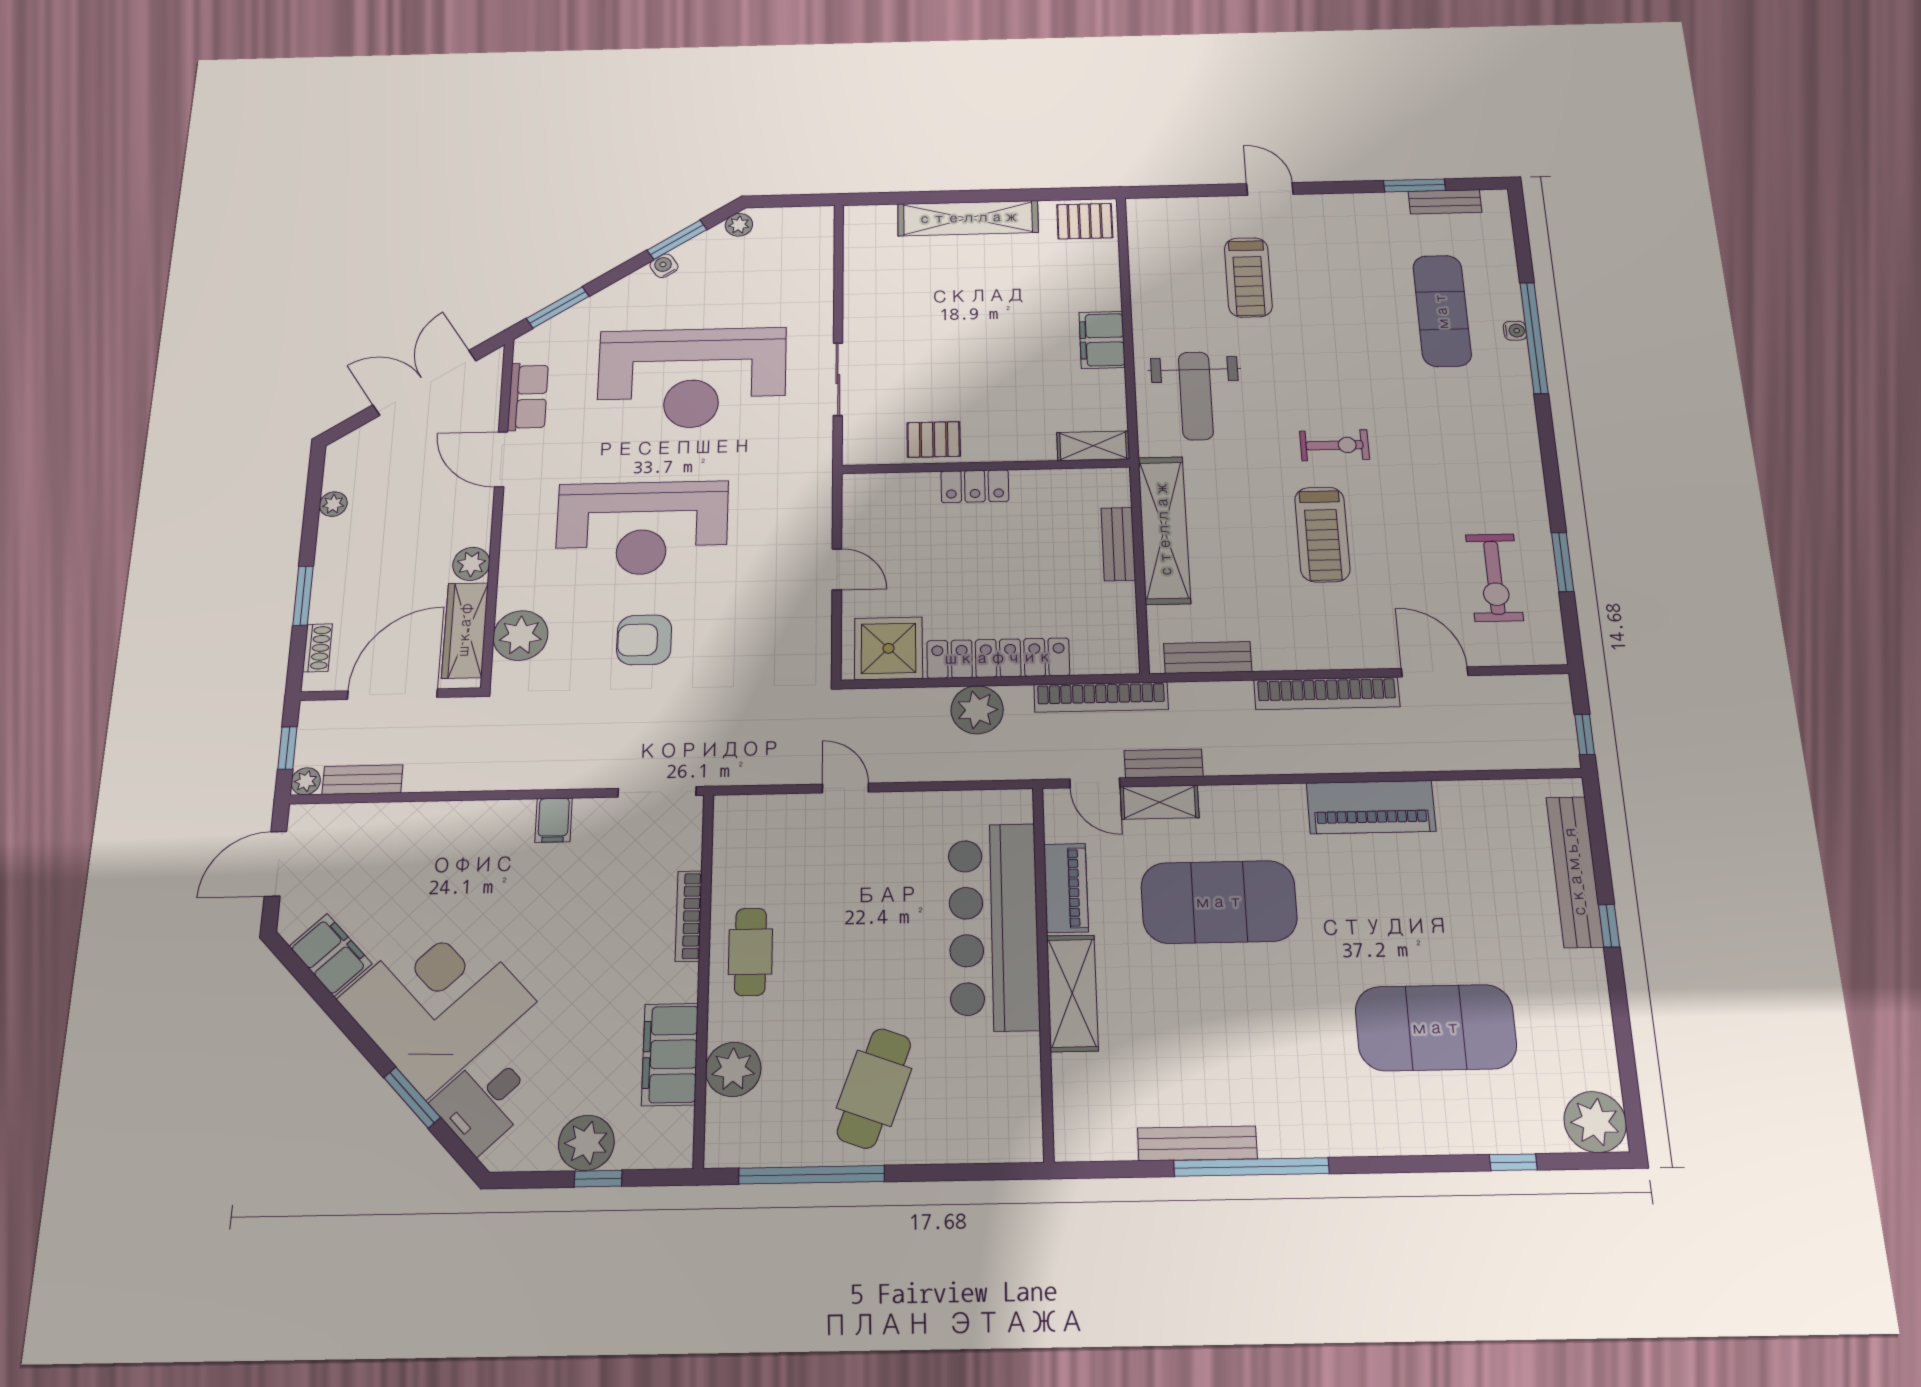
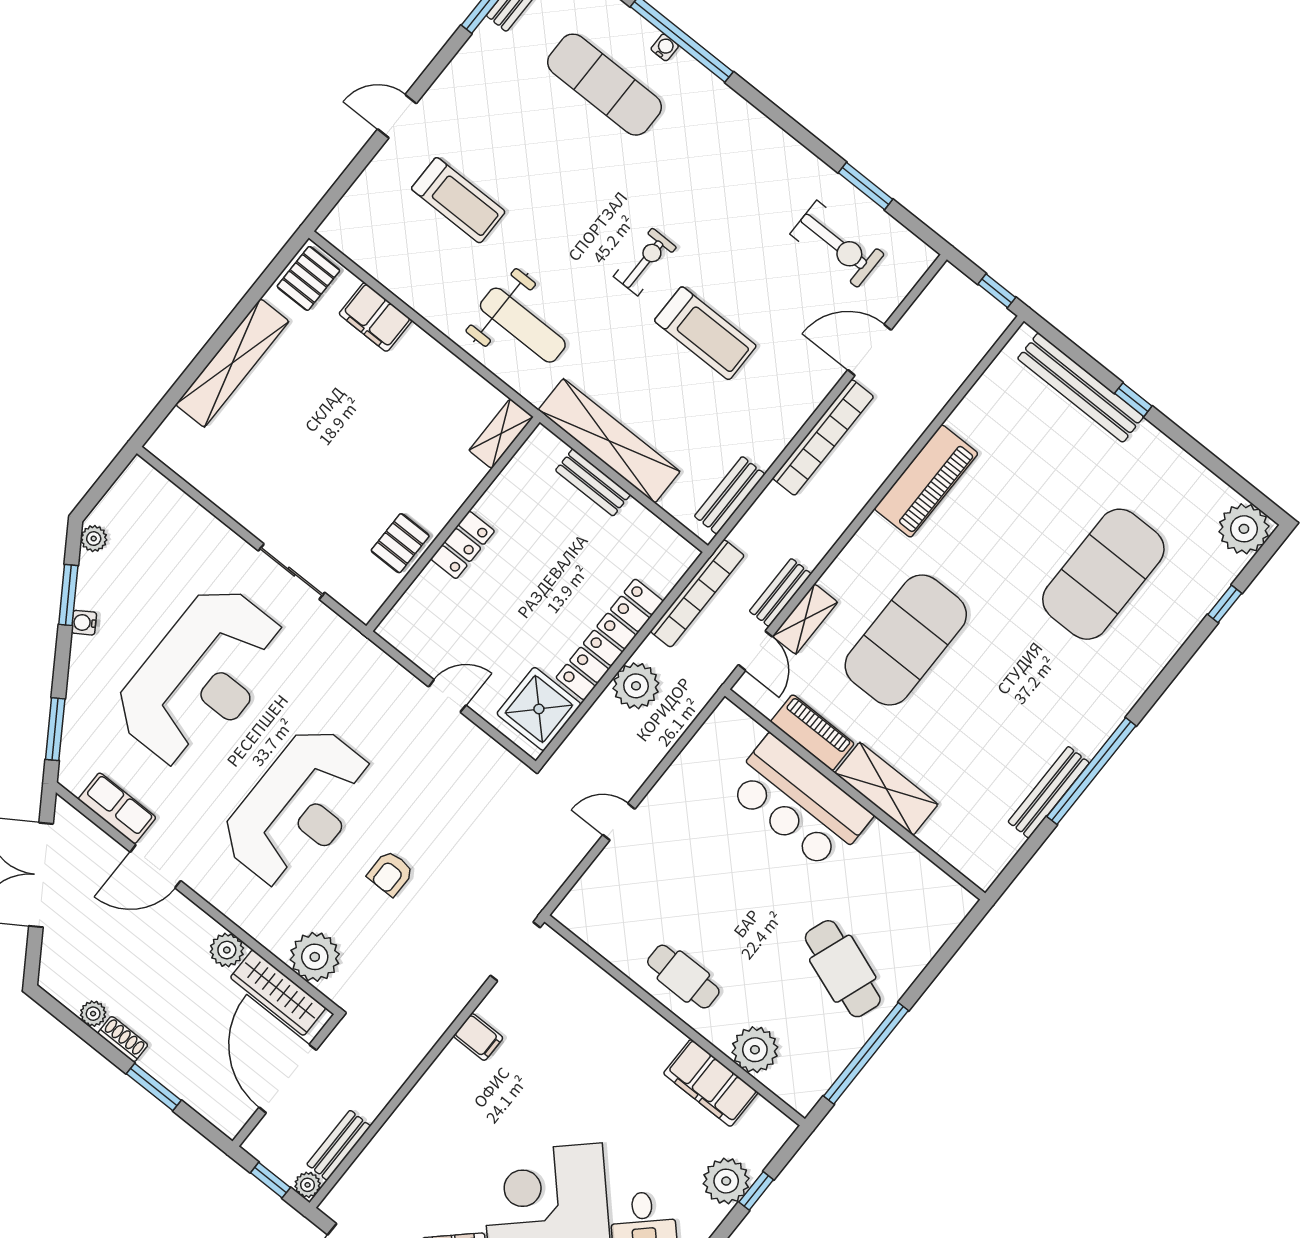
filing cabinet: (1102, 340) -> (375, 317), moved
armchair: (644, 640) -> (390, 873), width x0.72, depth x0.72
shoe rack: (317, 648) -> (123, 1039), moved
door: (1095, 783) -> (755, 651), hinge flipped
bookcase: (689, 916) -> (624, 998), removed
bar counter: (993, 926) -> (799, 803), width x0.73

